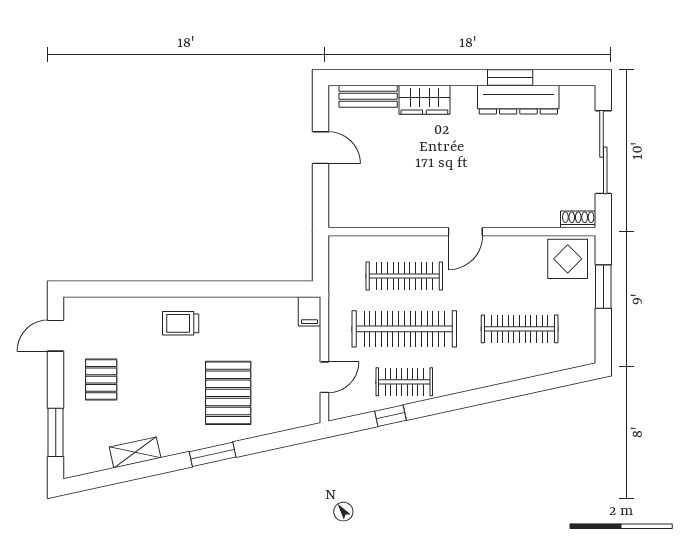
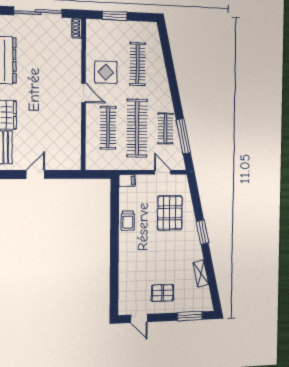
display table: (568, 259) -> (106, 72), moved
trolley: (181, 323) -> (128, 221), moved
pallet: (228, 393) -> (170, 213), moved, turned 90
window: (390, 416) -> (183, 136), width x2.17

